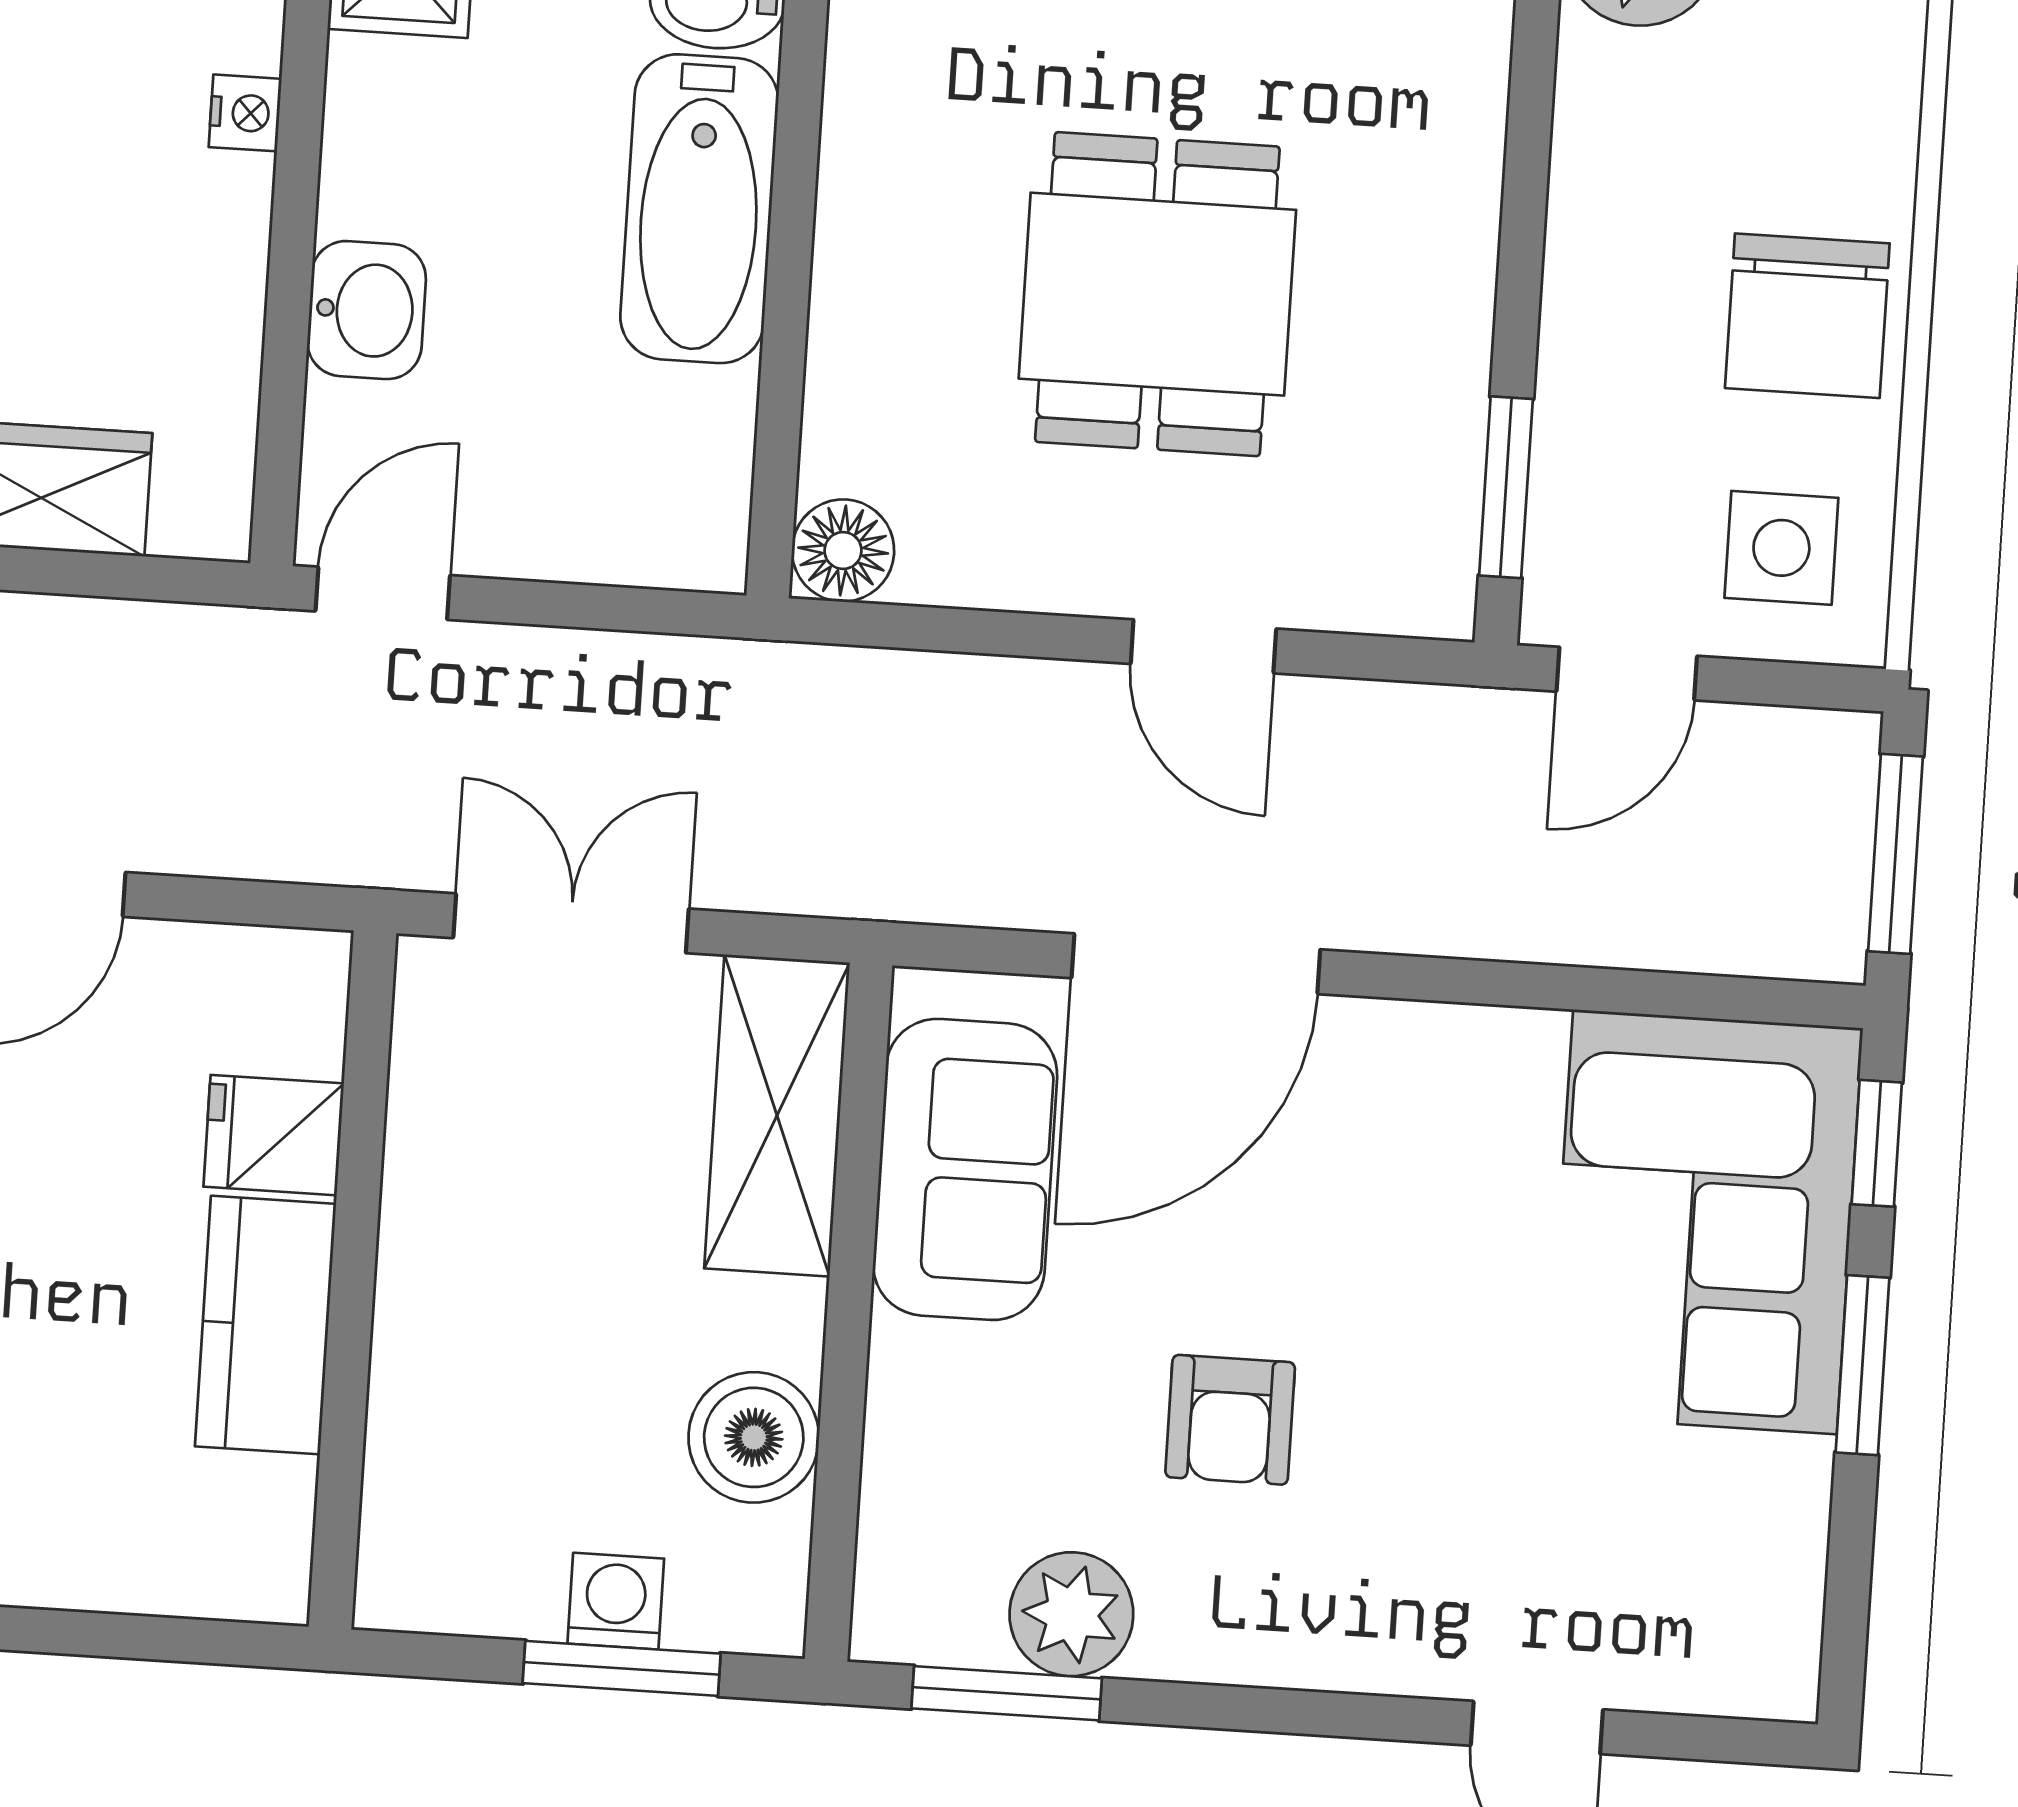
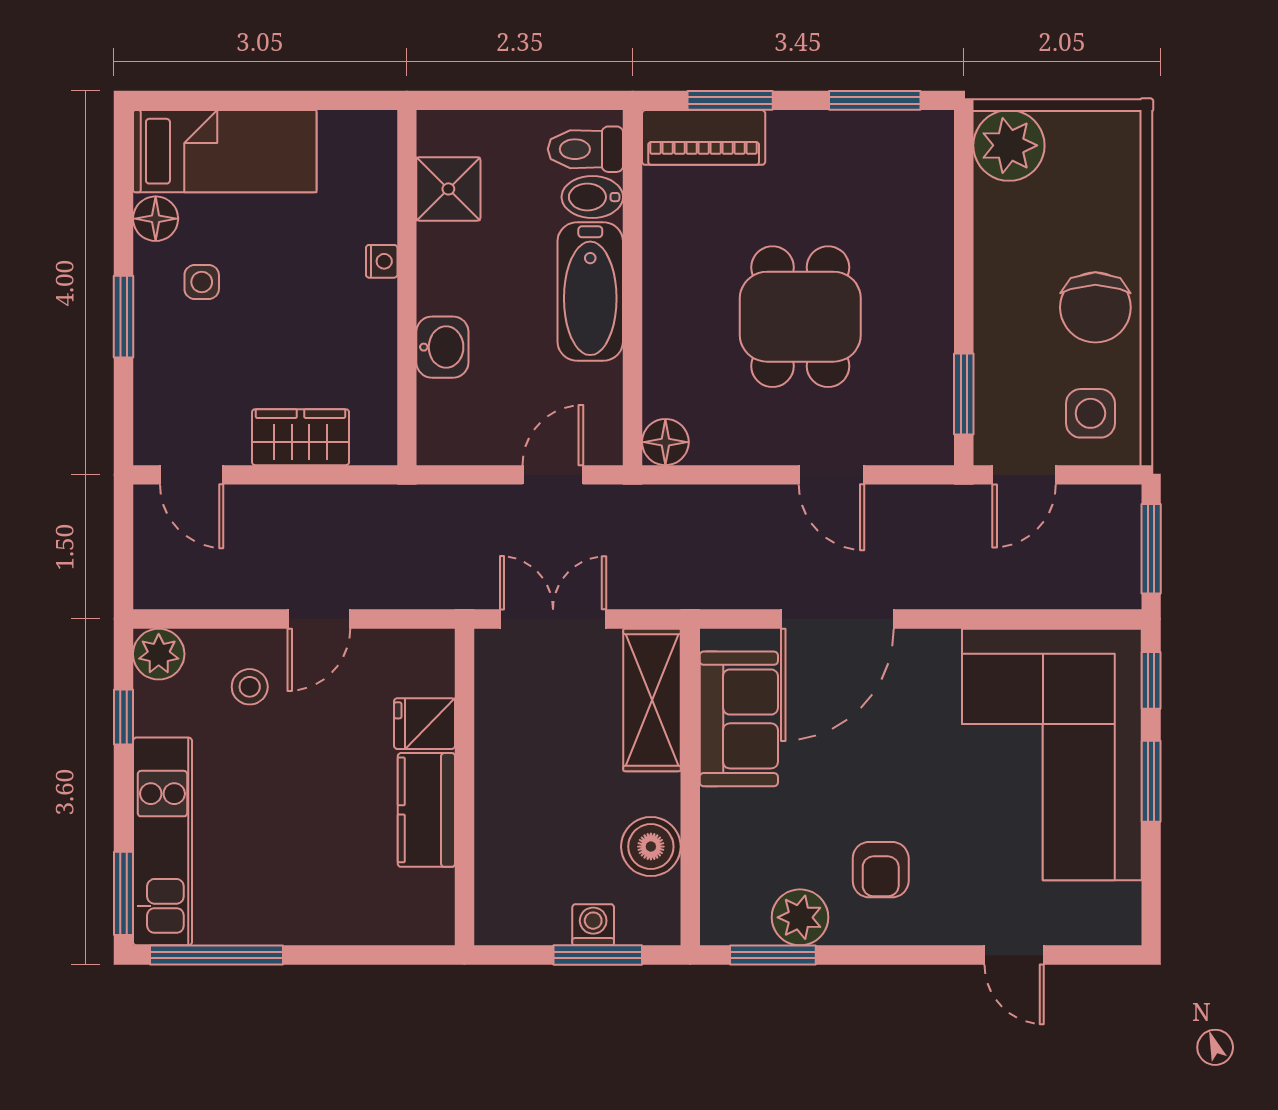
door: (383, 593) -> (553, 475), moved
corner sofa: (1705, 1222) -> (1052, 754), width x1.36, depth x1.36
armchair: (1230, 1420) -> (881, 870), moved

